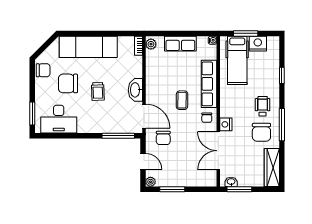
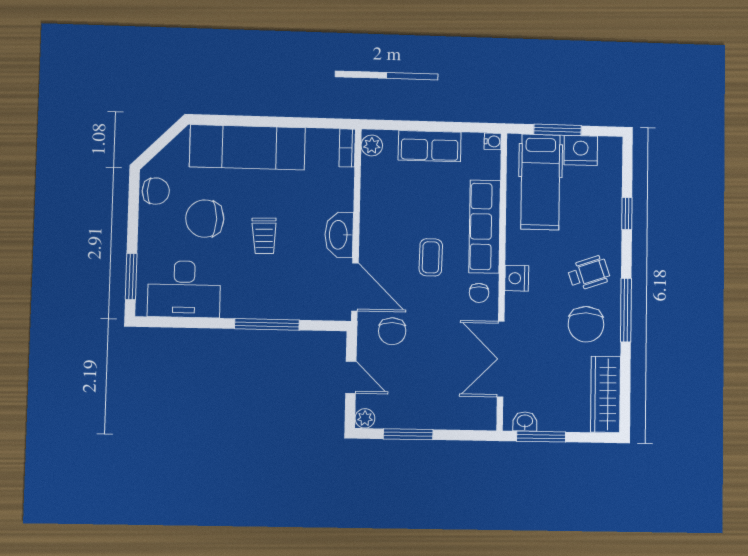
wheelchair: (263, 106) -> (589, 273), turned 71
nightstand: (226, 124) -> (517, 278), moved
window: (118, 136) -> (267, 324), moved

